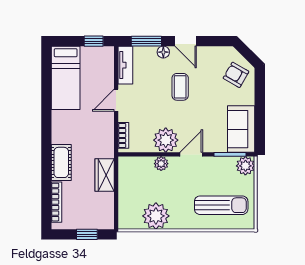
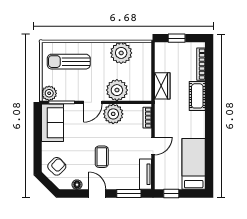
floor lamp: (163, 52) -> (77, 185), moved
armchair: (236, 75) -> (57, 166), turned -75
plant: (161, 164) -> (117, 90), width x1.88, depth x1.88

